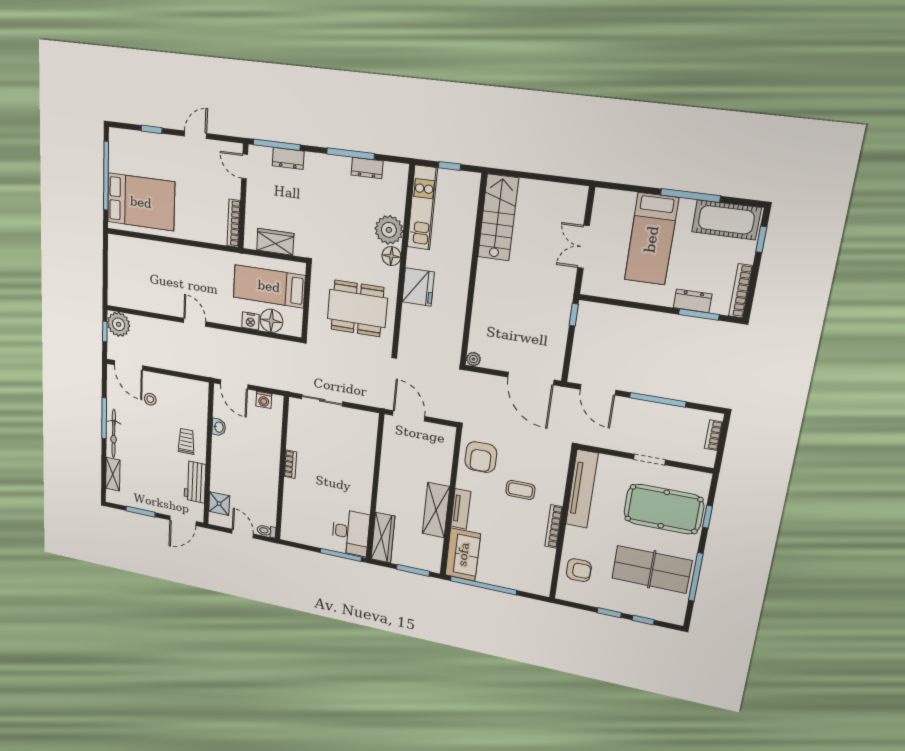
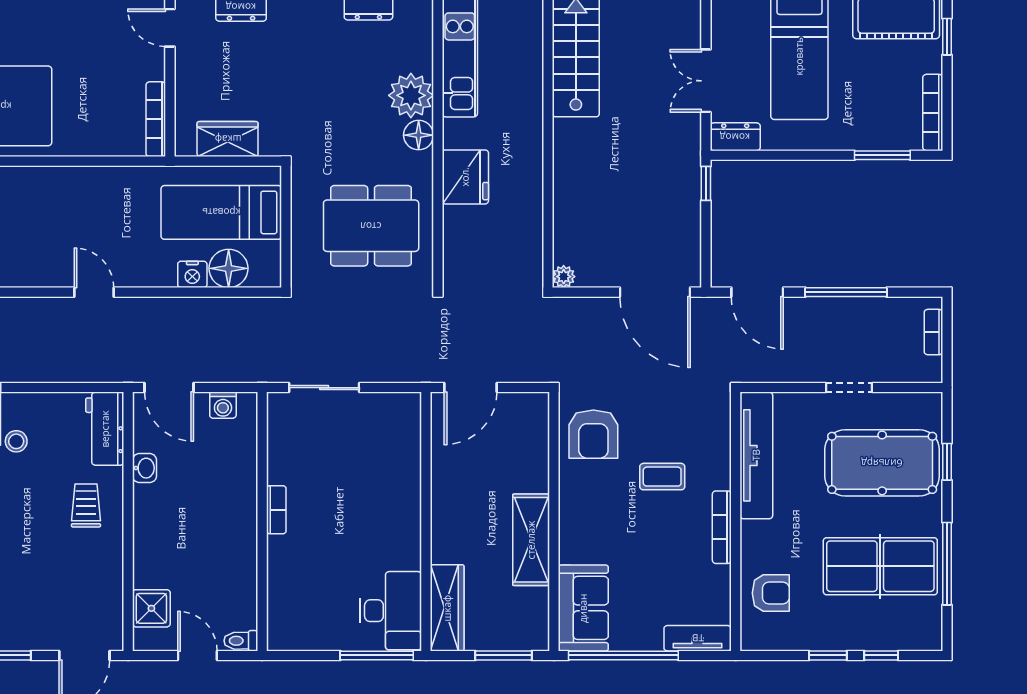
dresser: (693, 301) -> (735, 137), moved
door: (409, 416) -> (470, 388), swing flipped
workbench: (195, 482) -> (105, 429), moved
tv unit: (461, 509) -> (698, 638), moved, turned -90

